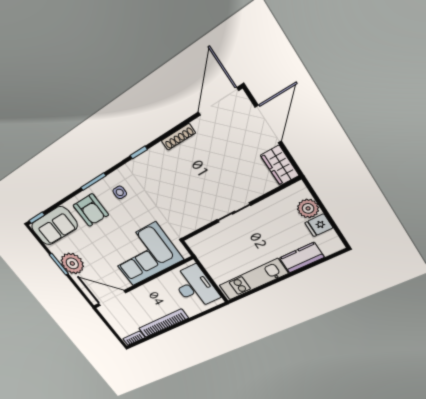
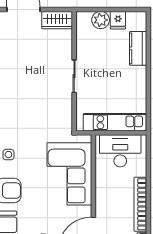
kitchen unit: (253, 279) -> (115, 122), moved, turned 90

